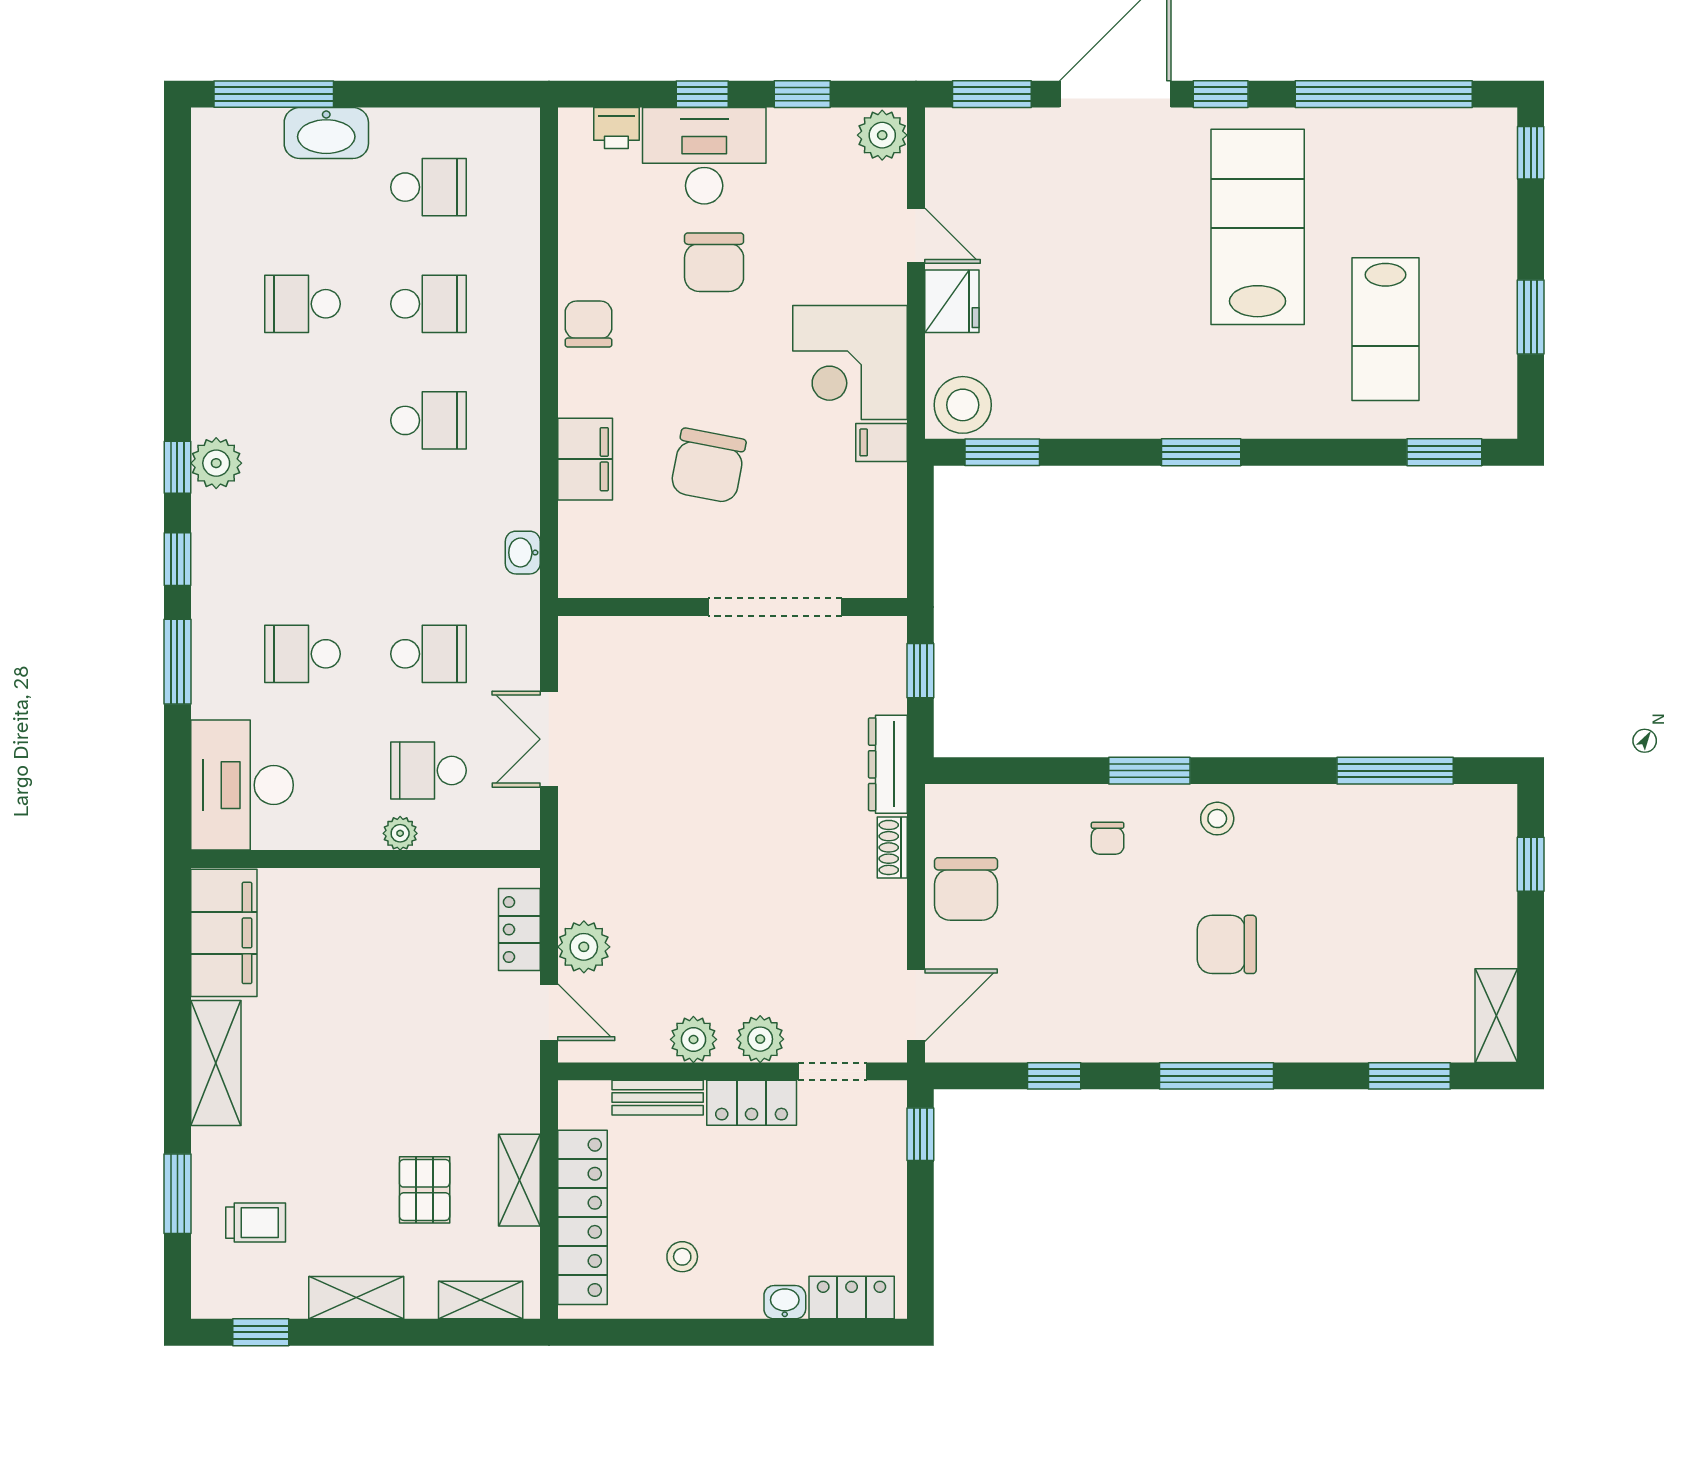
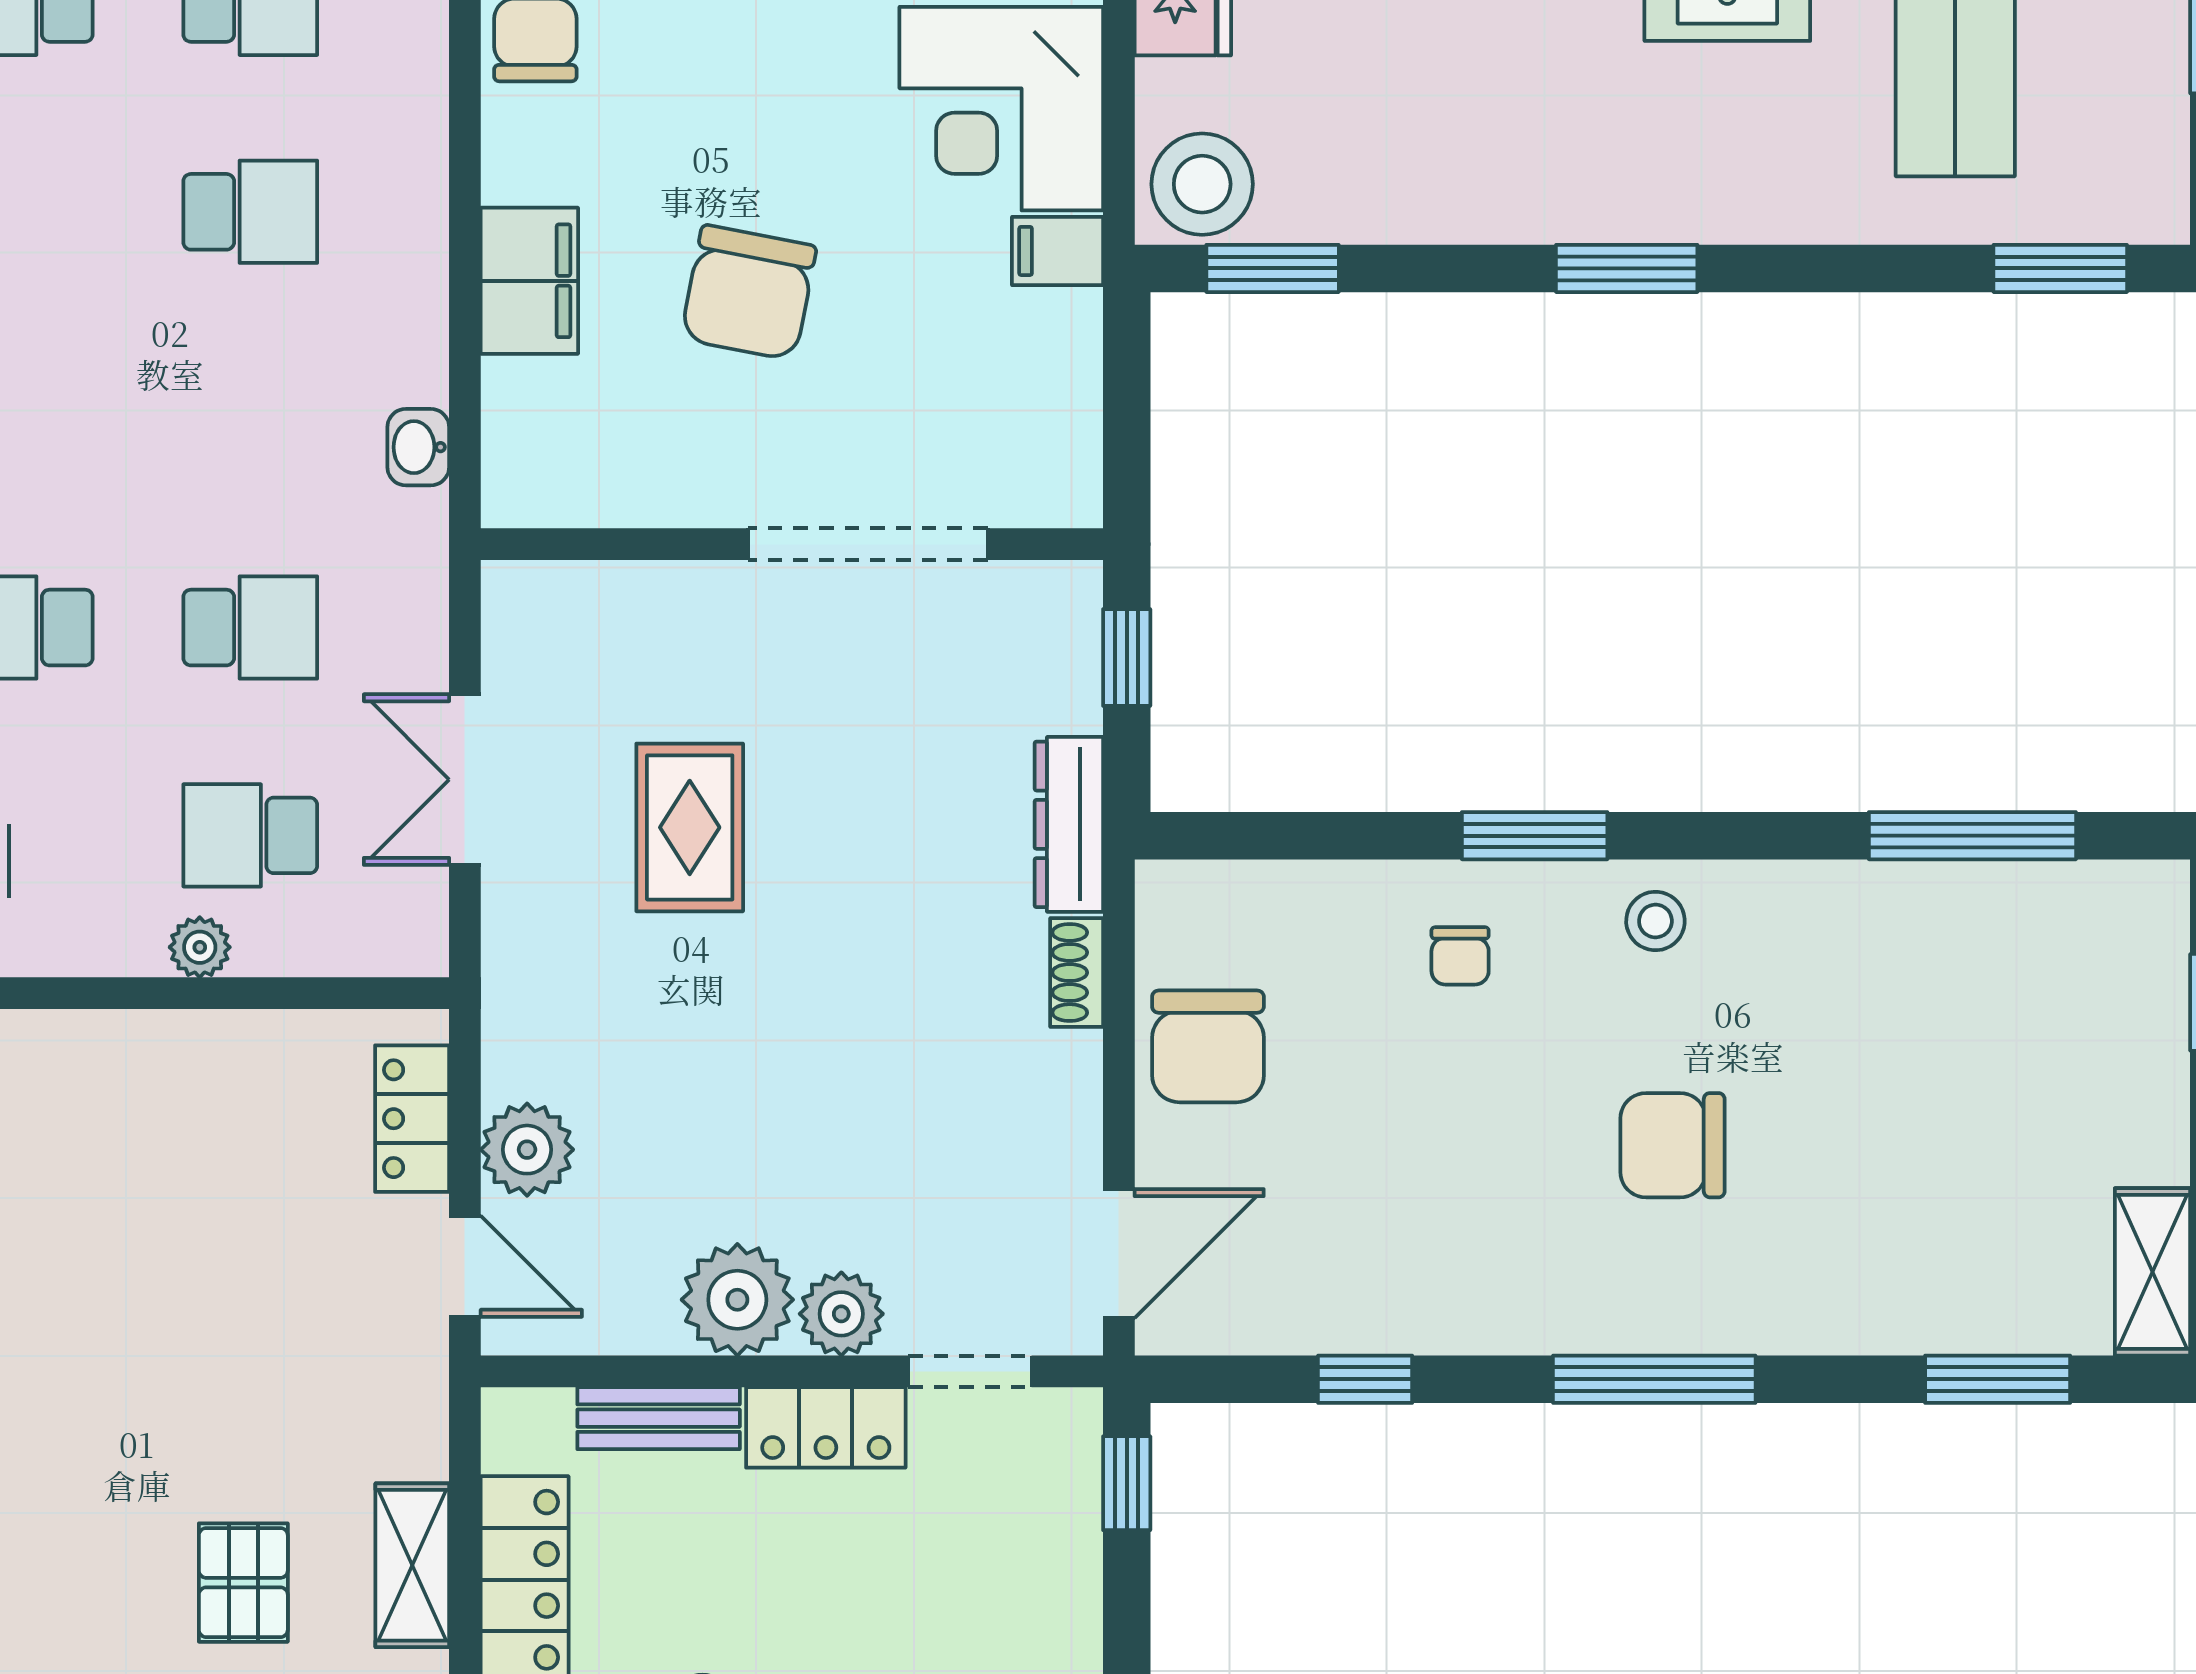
rug: (675, 766) -> (690, 827), added
plant: (693, 1039) -> (737, 1300), width x1.36, depth x1.36

